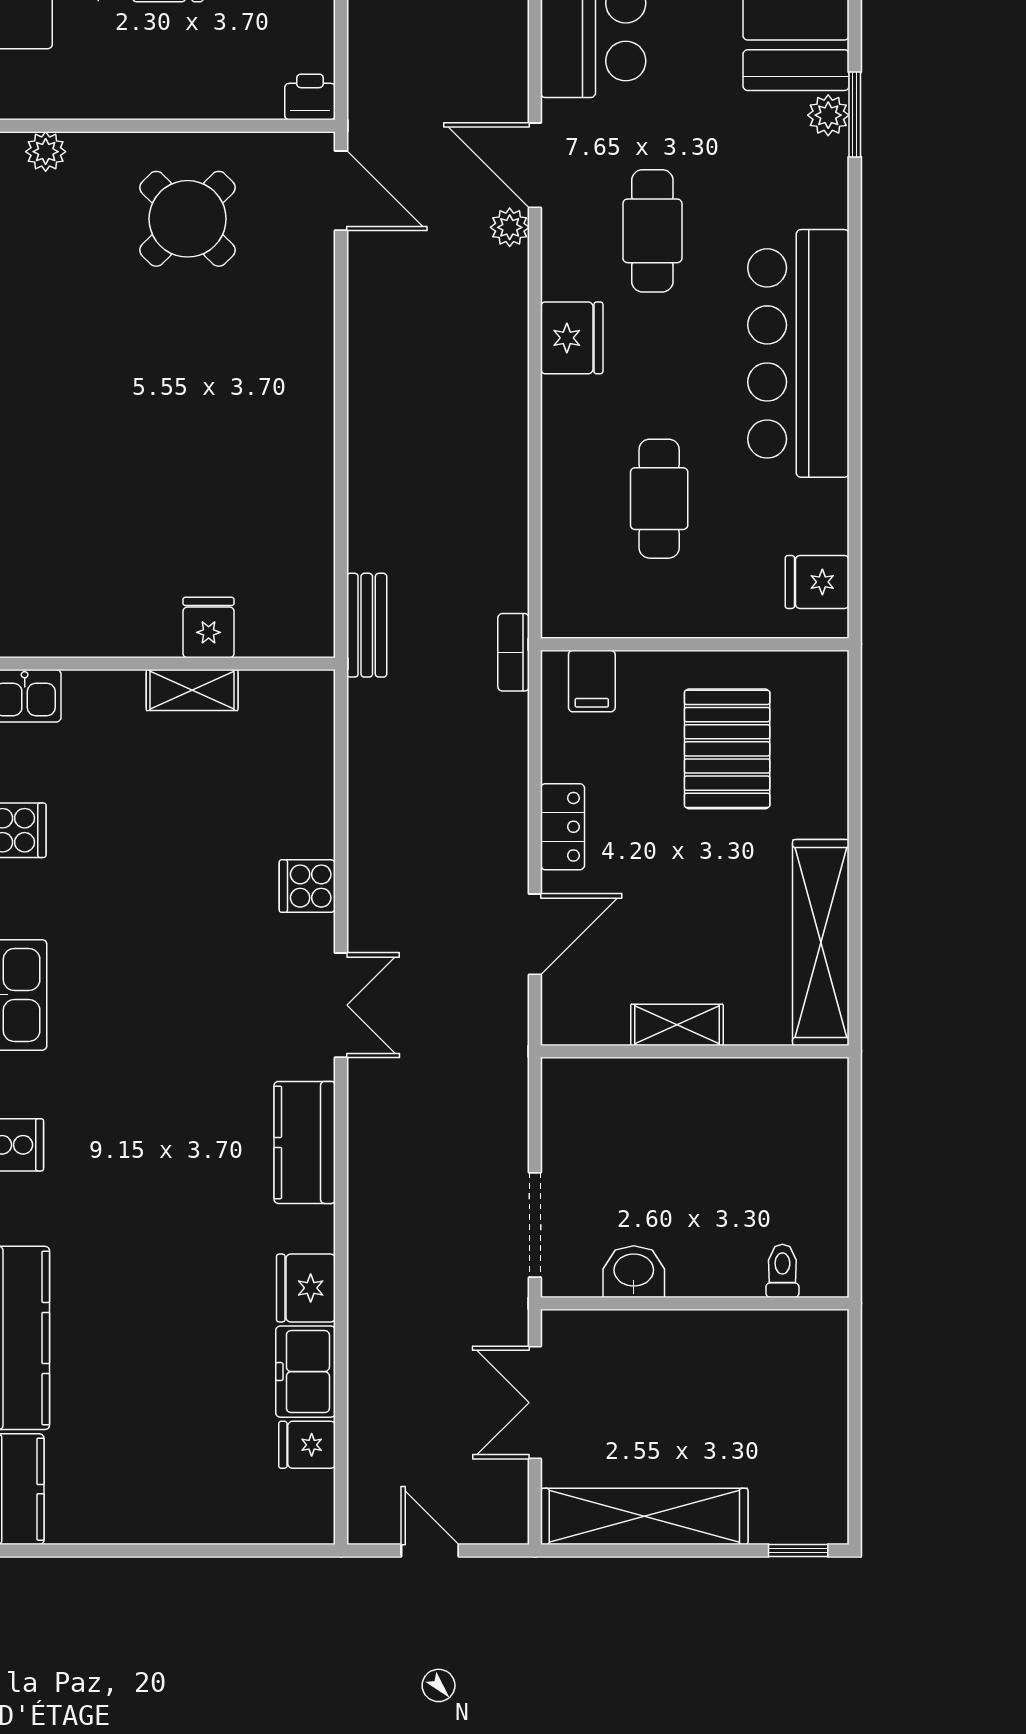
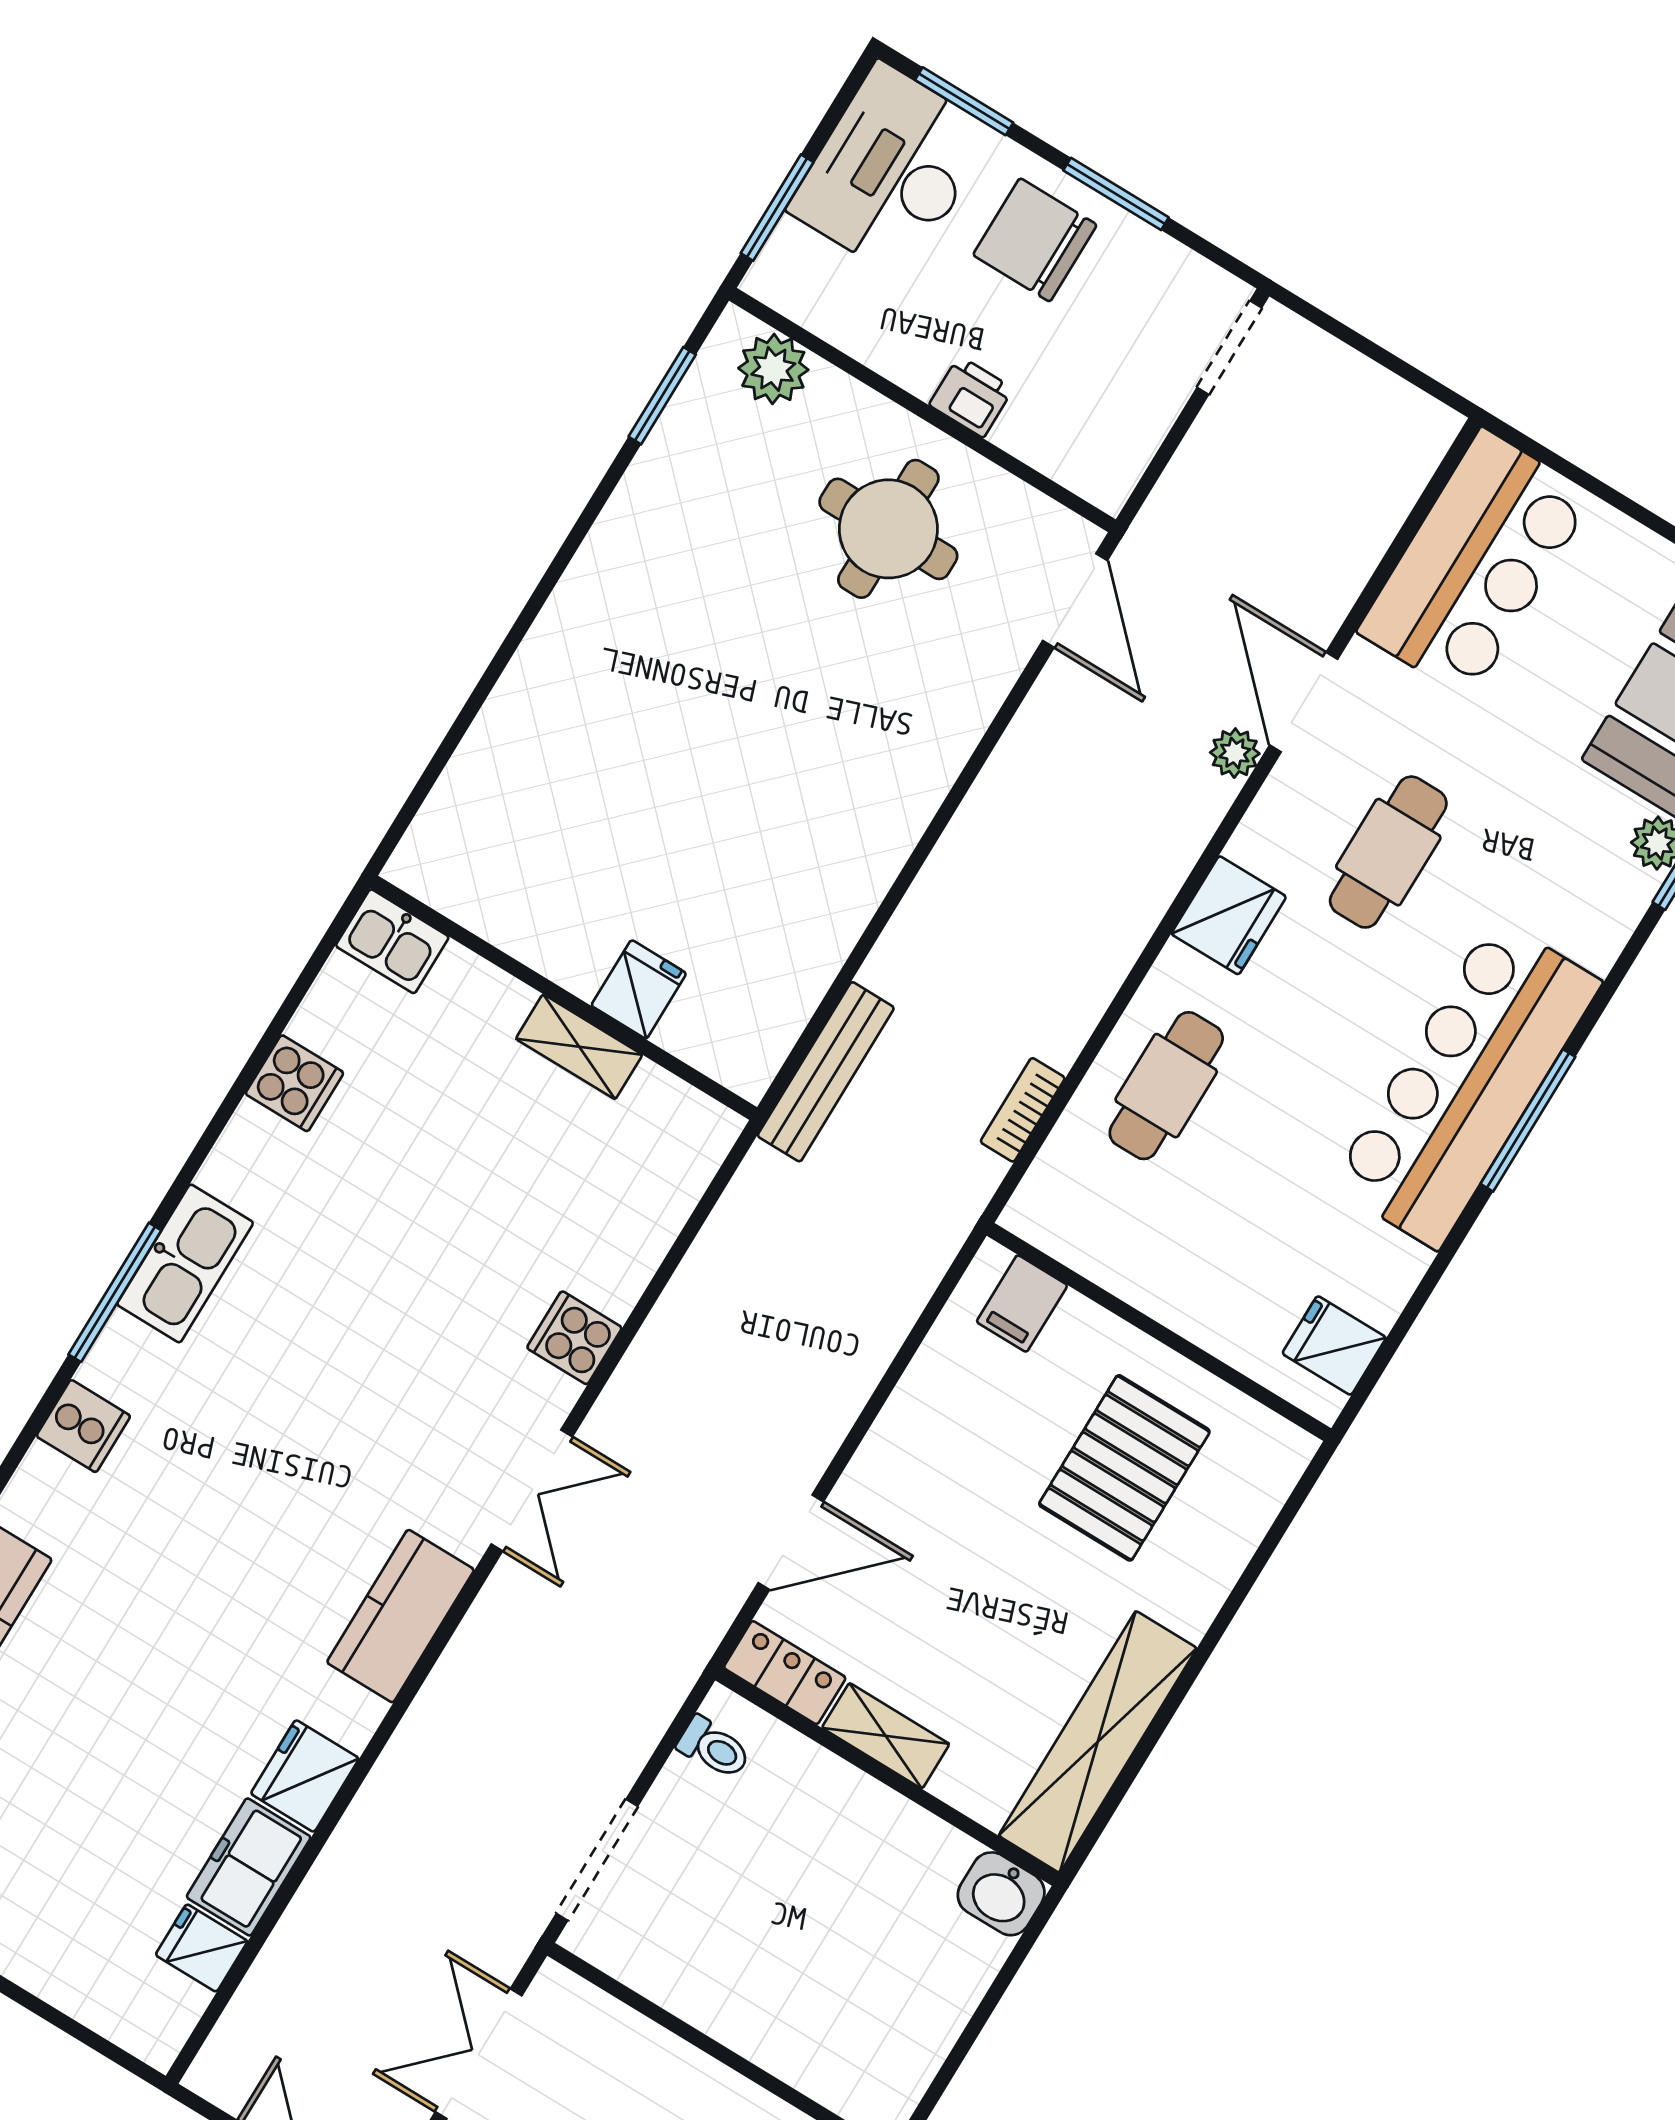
printer: (310, 97) -> (971, 397), moved
plant: (46, 152) -> (773, 369), width x1.38, depth x1.38
round table: (188, 219) -> (888, 529), turned 45
window: (855, 353) -> (1528, 1120), added
cafe table: (659, 499) -> (1166, 1086), moved
bench: (367, 625) -> (826, 1072), width x1.36
bookcase: (514, 652) -> (1023, 1110), moved
locker: (563, 827) -> (785, 1673), moved, turned -90
toilet: (782, 1271) -> (714, 1748), moved, turned 90
washbasin: (634, 1272) -> (1001, 1894), moved, turned 180

